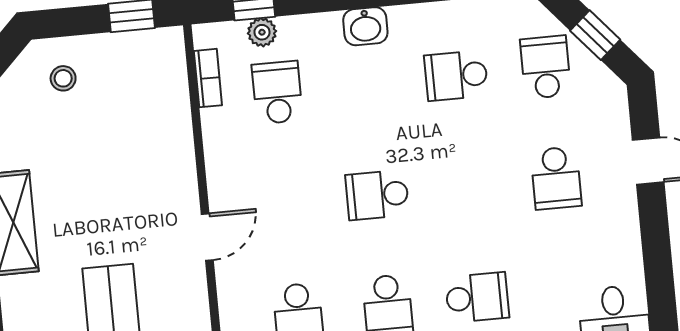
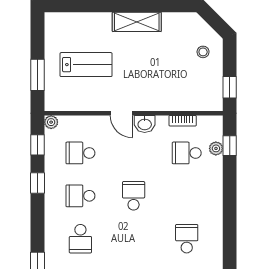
washbasin: (365, 26) -> (145, 124), moved, turned -90
bookcase: (208, 78) -> (183, 121), moved
school desk: (277, 92) -> (187, 153), turned 180

